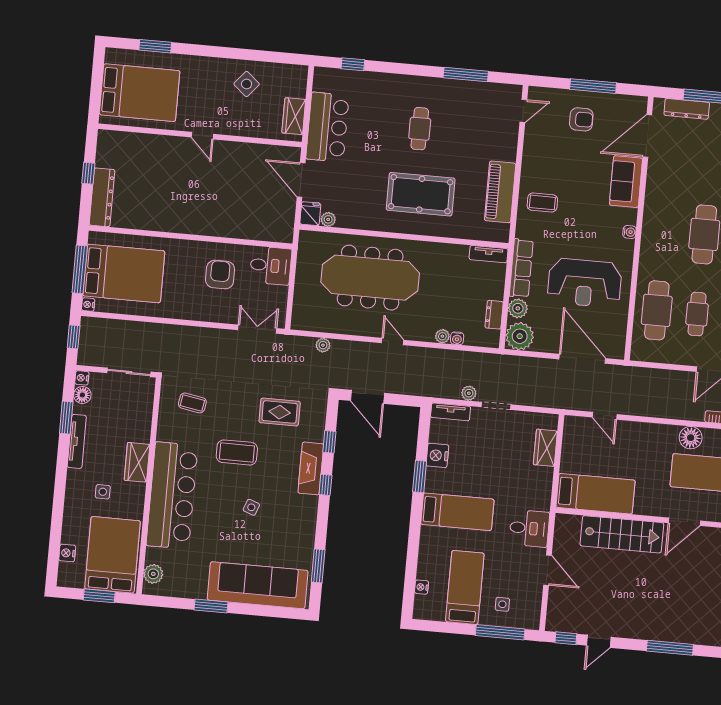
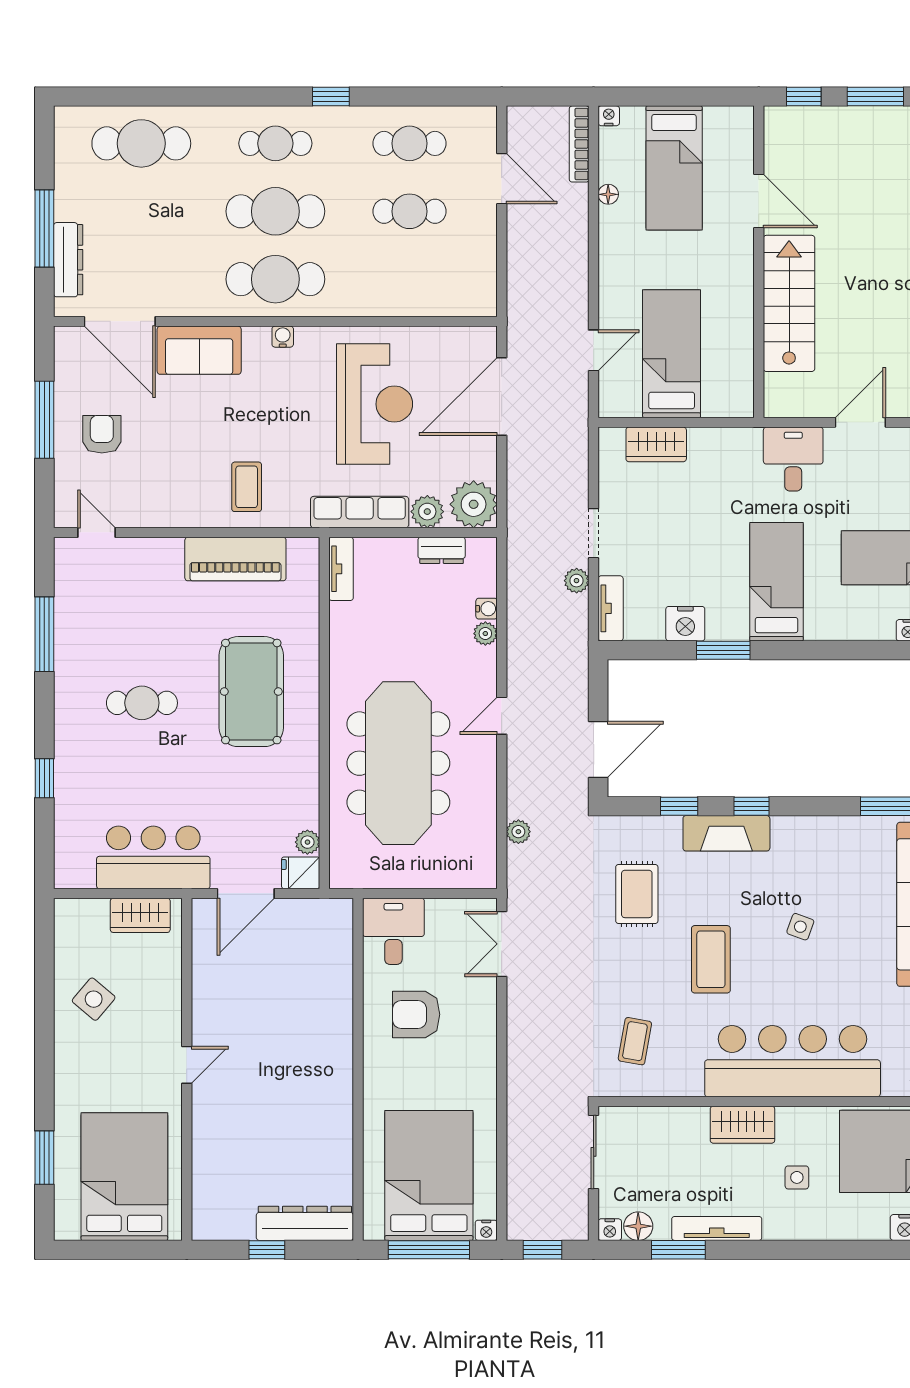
window: (353, 64) -> (44, 778), moved
cafe table: (657, 310) -> (275, 279), moved
floor lamp: (691, 438) -> (608, 194), width x0.53, depth x0.53
bed: (596, 494) -> (672, 354), moved

